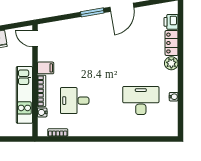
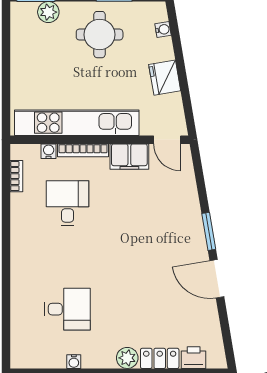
door: (35, 38) -> (167, 140), swing flipped
filing cabinet: (46, 68) -> (129, 157), width x2.00
kitchen unit: (24, 95) -> (77, 123), width x1.36
desk: (141, 101) -> (68, 309), width x0.73

